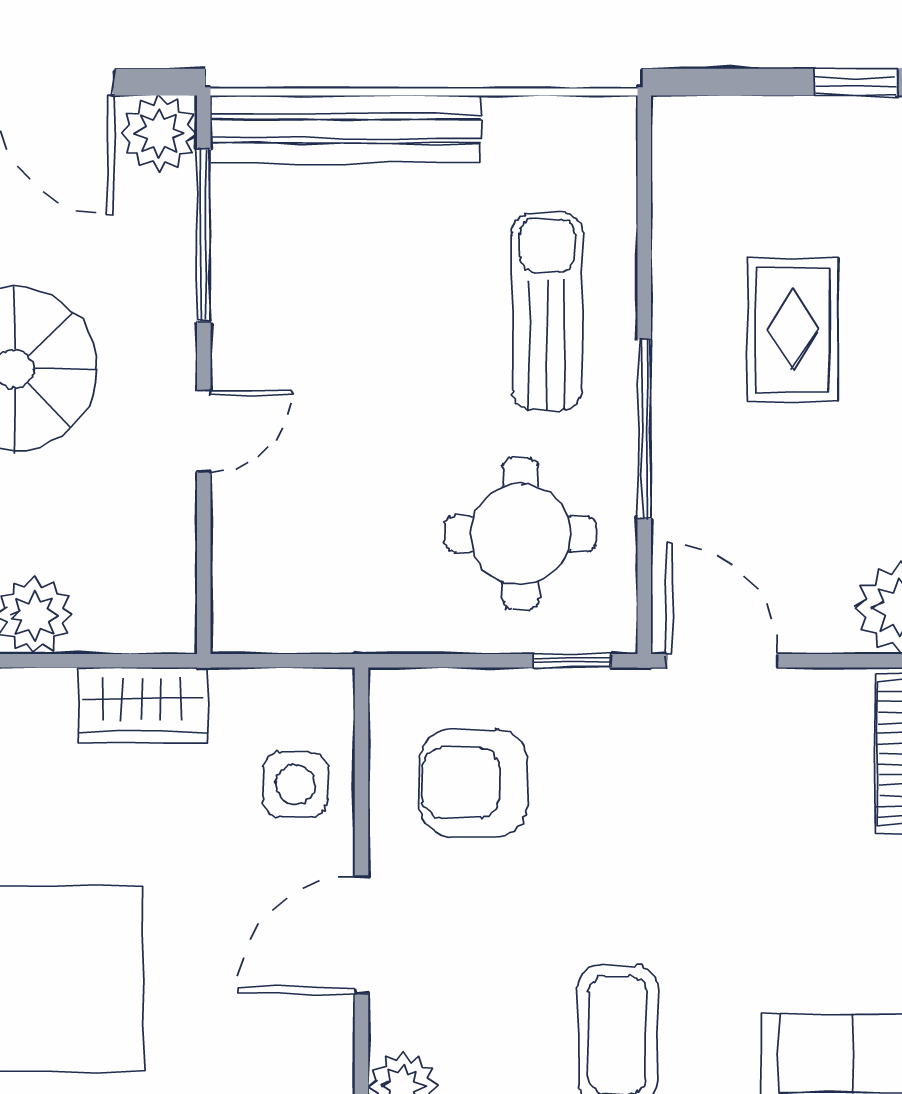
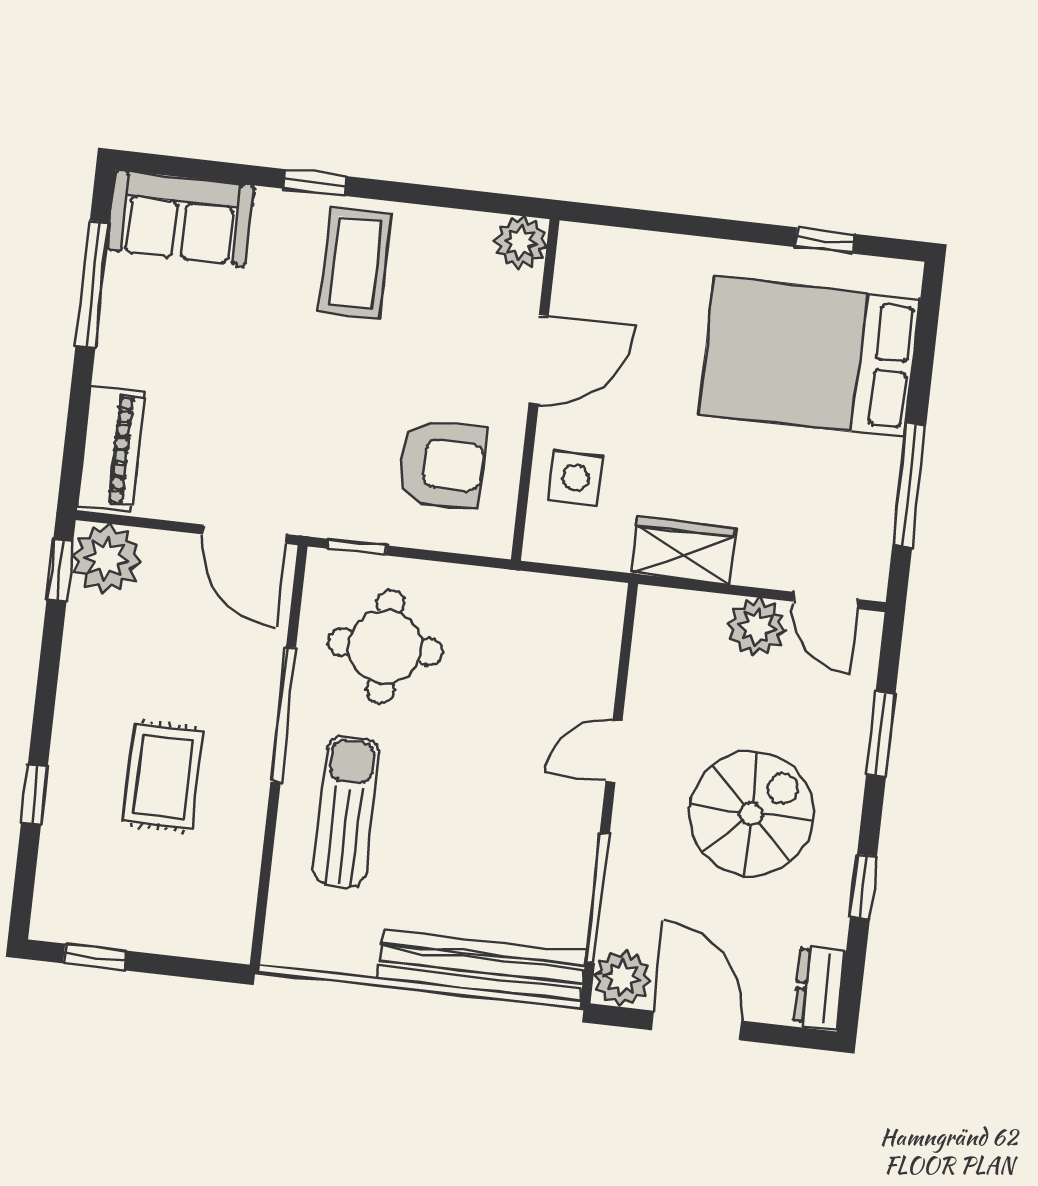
sun lounger: (547, 311) -> (346, 811), turned 180

